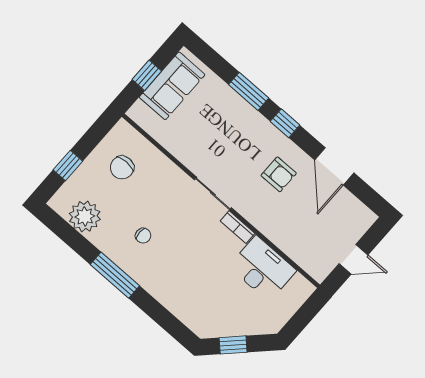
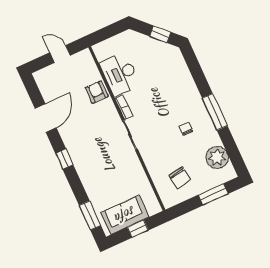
window: (249, 91) -> (90, 215), moved
window: (68, 165) -> (213, 194), width x1.50
chair: (122, 168) -> (180, 178), turned 82
armchair: (279, 174) -> (97, 92), moved

